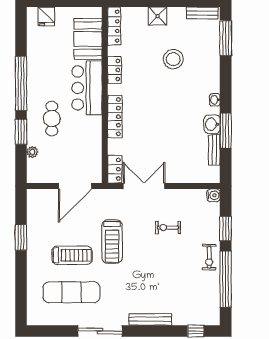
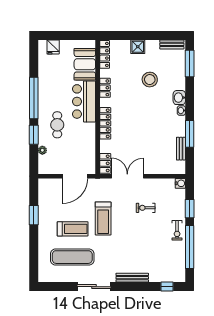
washbasin: (212, 124) -> (179, 98), moved

